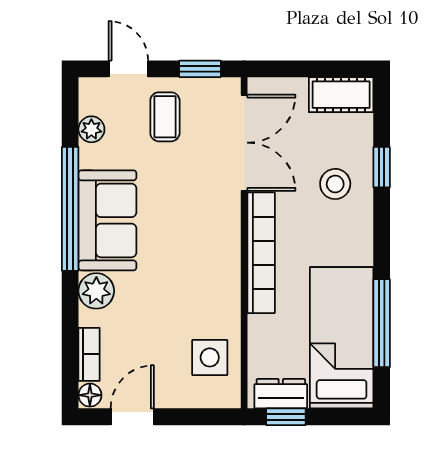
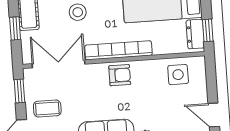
window: (314, 69) -> (15, 28), added
armchair: (216, 252) -> (120, 75), added

